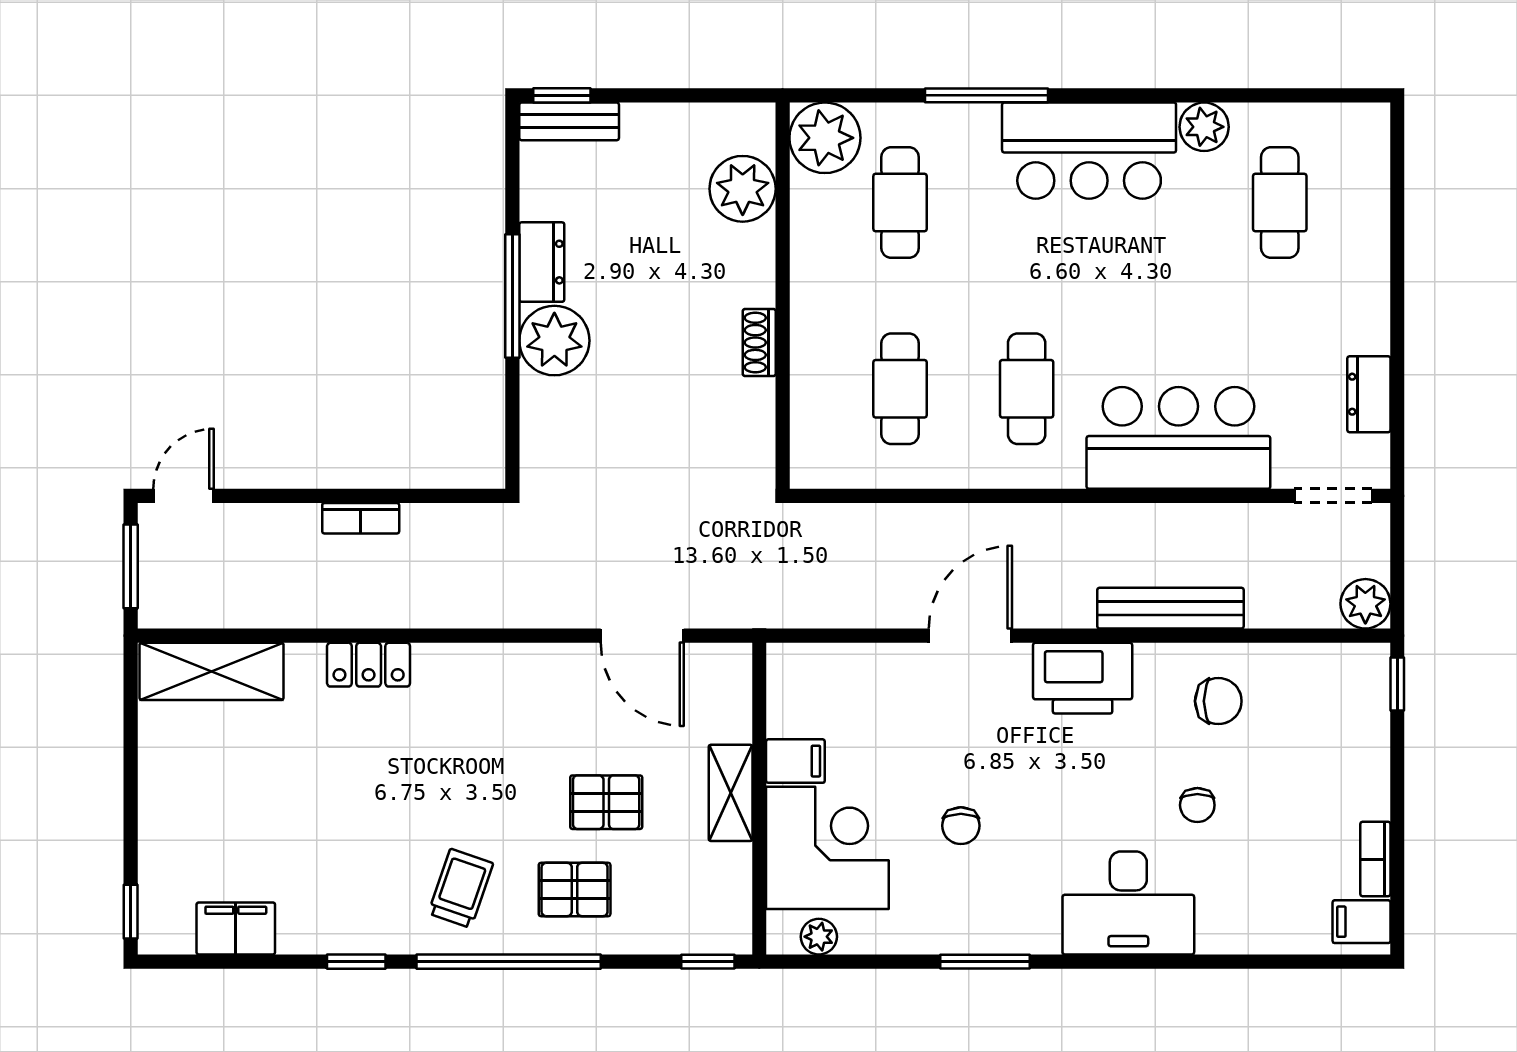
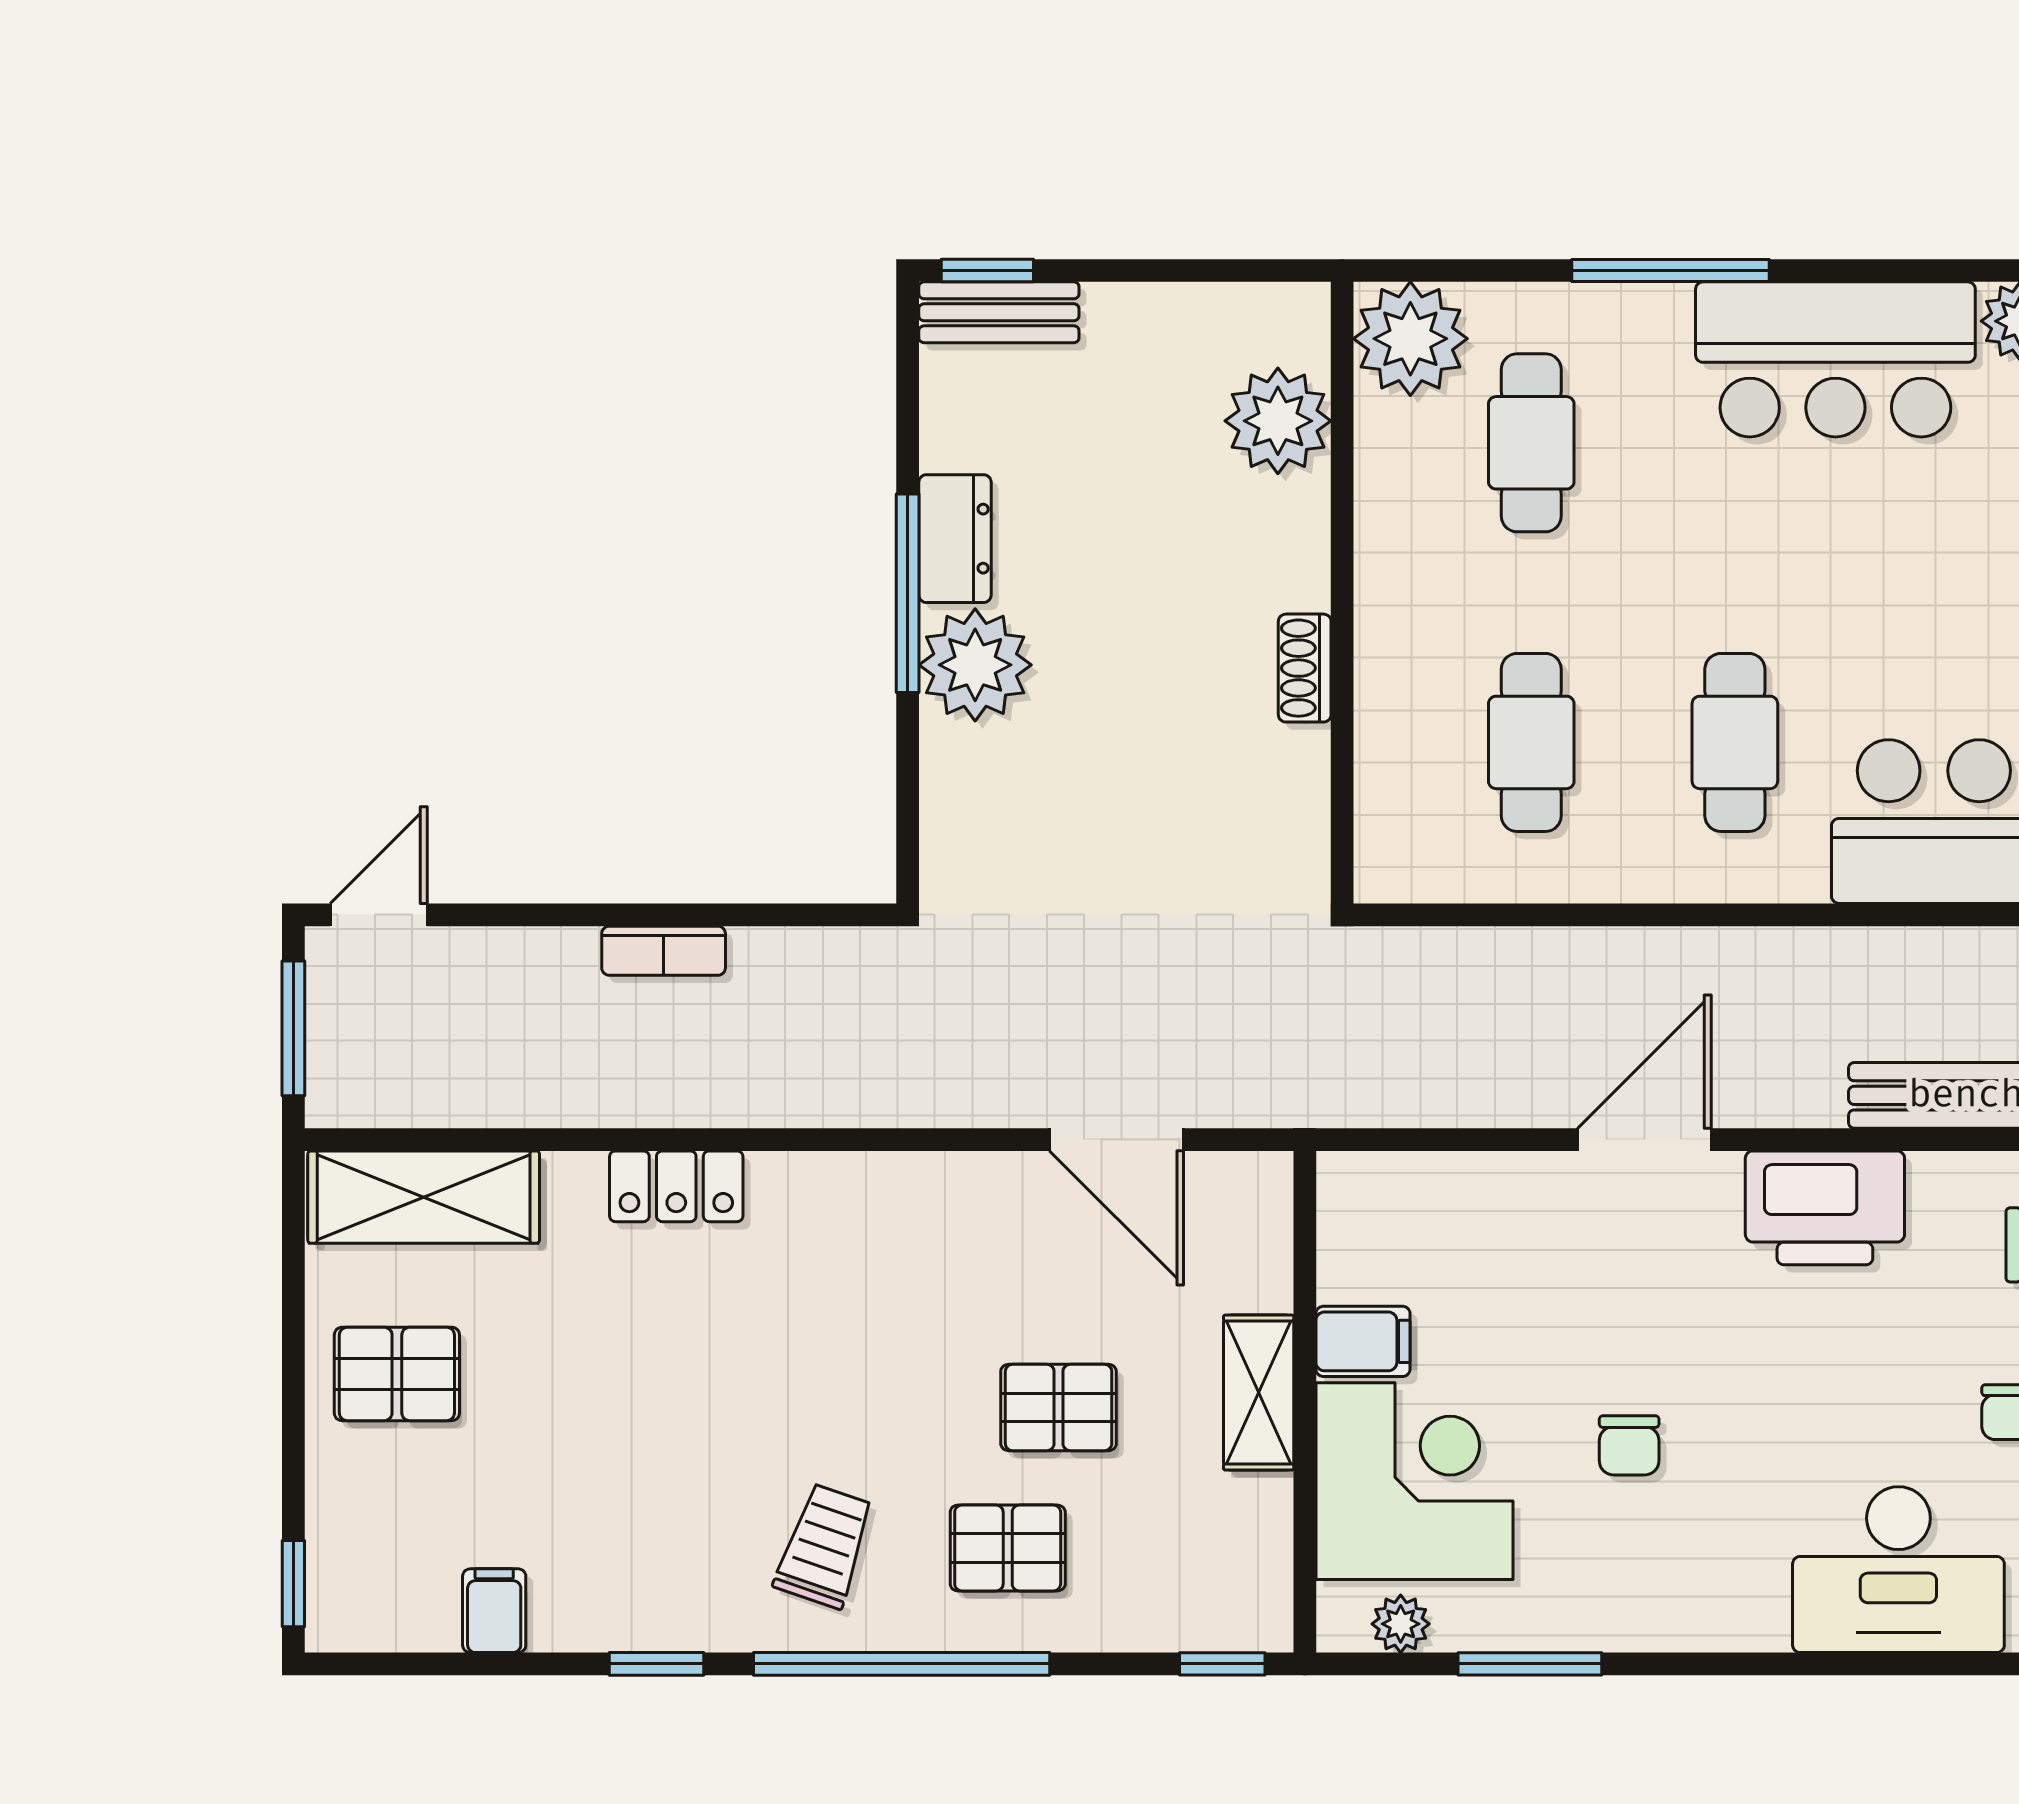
pallet: (195, 781) -> (397, 1374), added
filing cabinet: (236, 928) -> (494, 1611), width x0.50
window: (985, 962) -> (1530, 1664), moved

